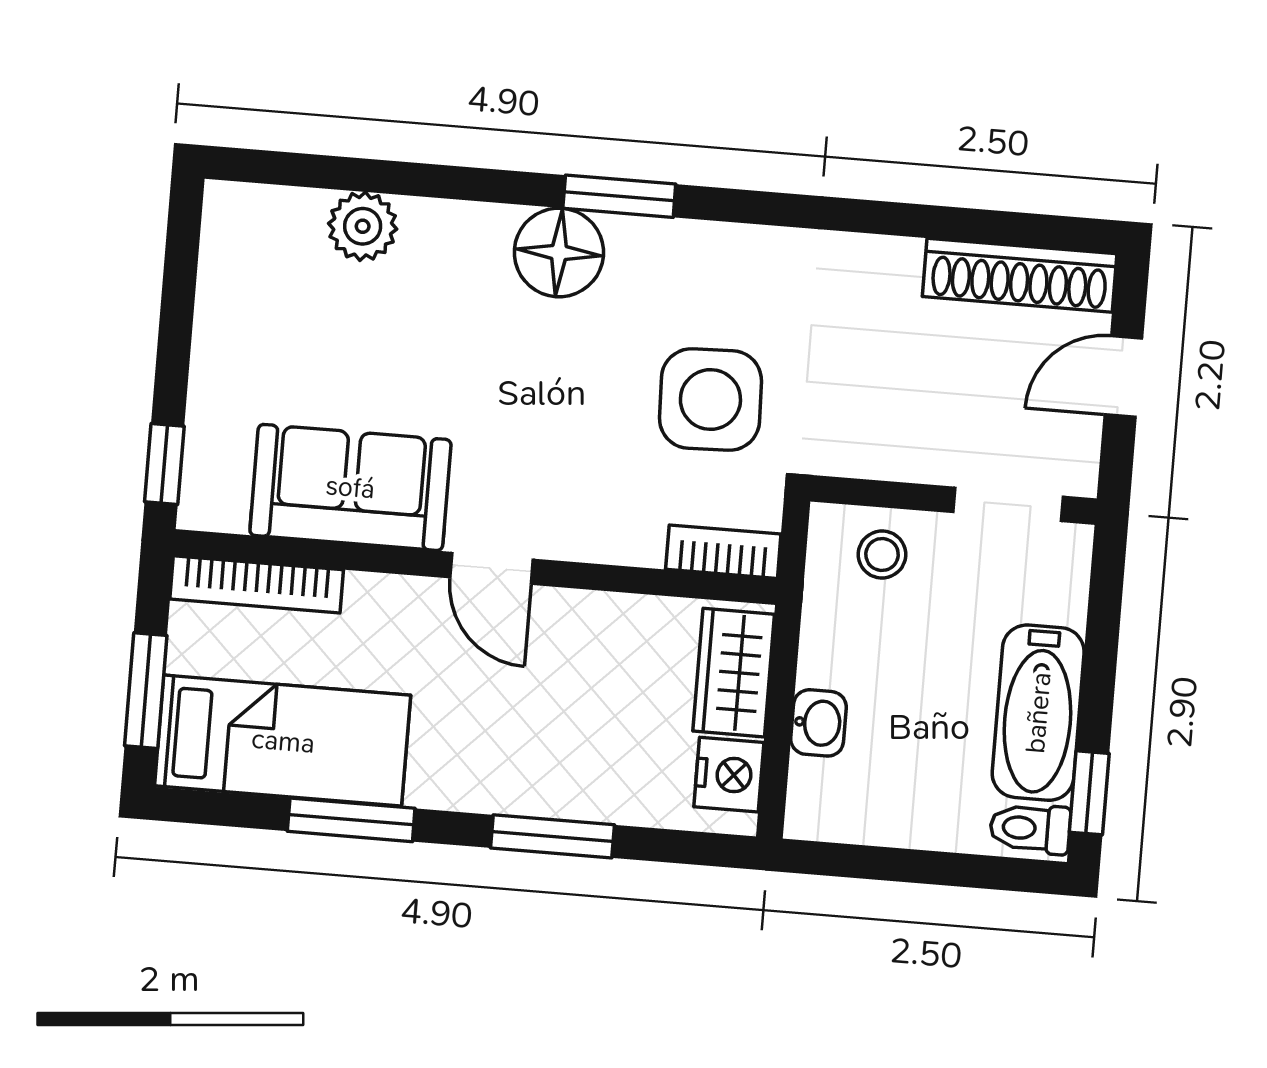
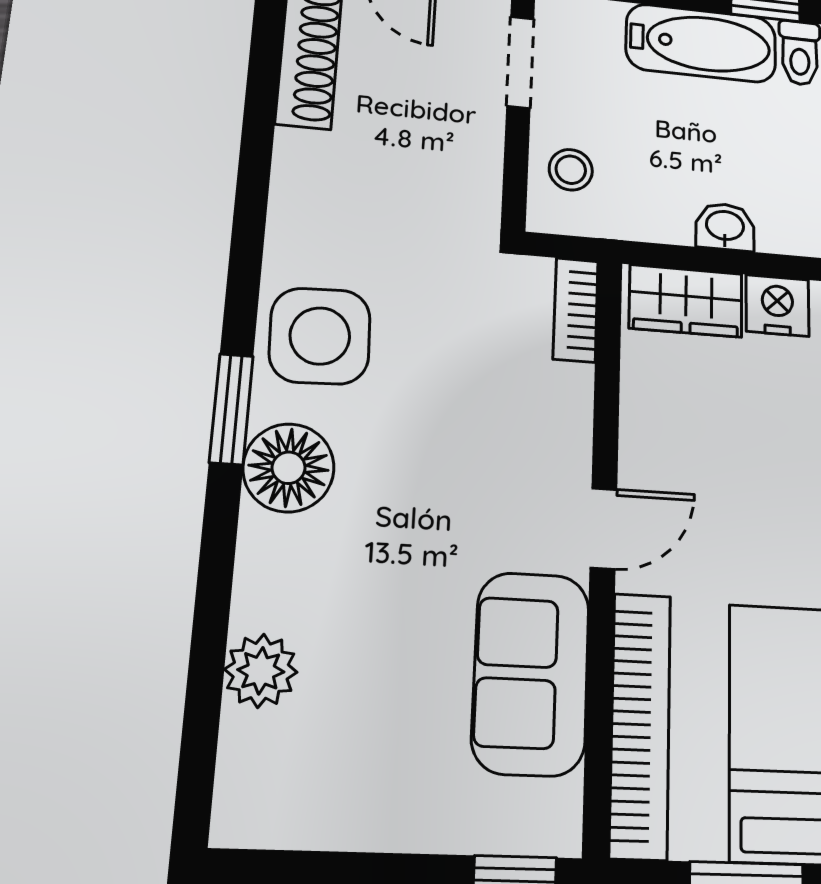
side table: (710, 399) -> (320, 336), moved
bookcase: (257, 584) -> (640, 725), width x1.48, depth x1.31

